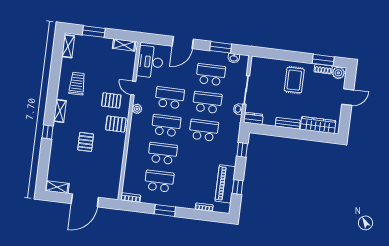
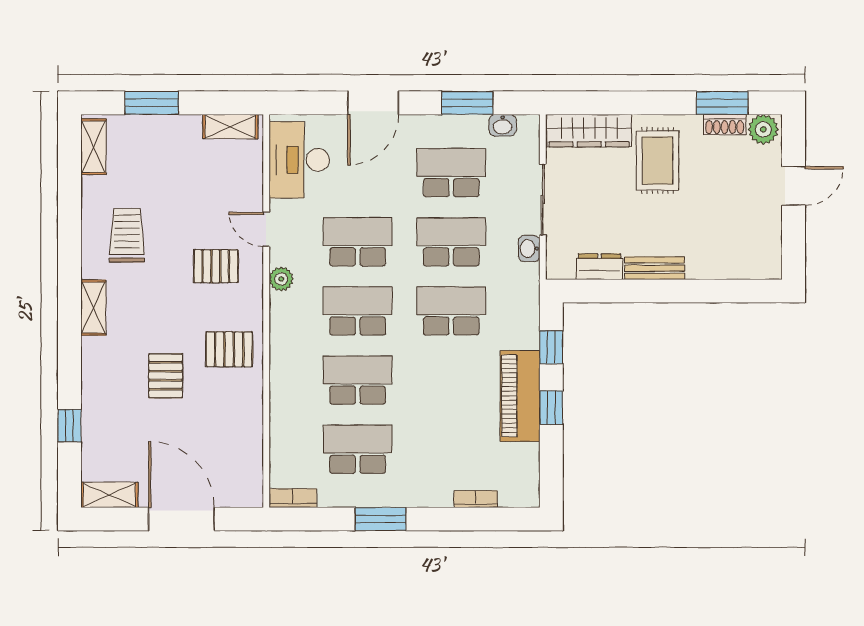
dresser: (253, 118) -> (599, 267), moved
pallet: (116, 124) -> (229, 349), moved
wardrobe: (318, 125) -> (589, 131), moved, turned 180
window: (48, 132) -> (70, 426), moved
piano: (225, 184) -> (520, 396), moved
window: (238, 187) -> (551, 408), moved
door: (85, 200) -> (181, 519), swing flipped

